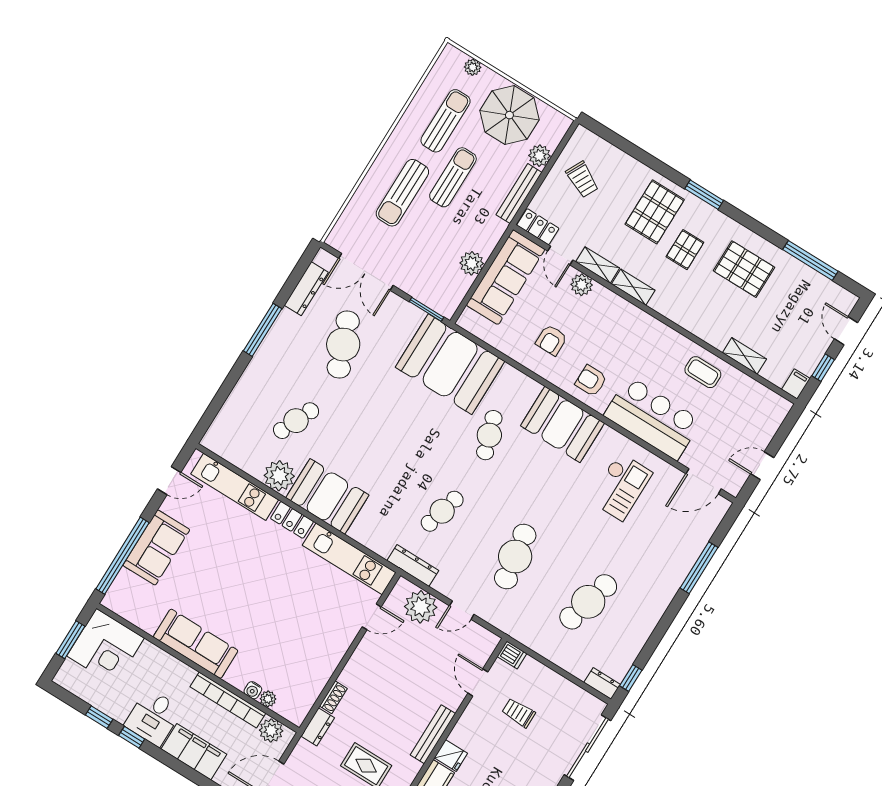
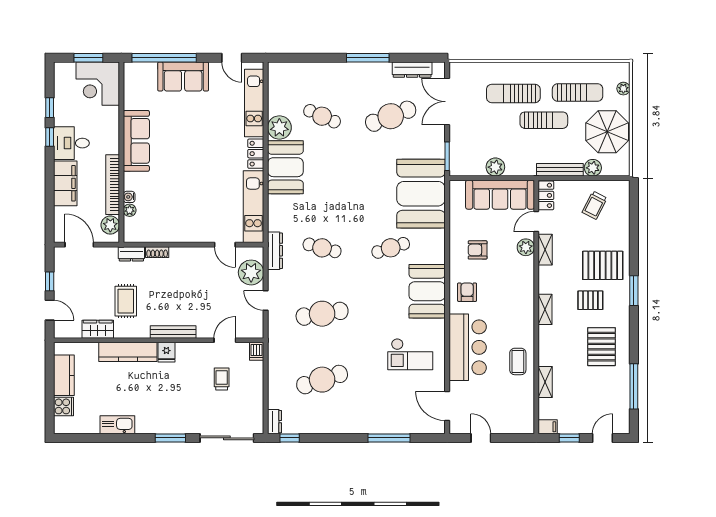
shelving: (633, 287) -> (545, 309), moved
cafe table: (588, 602) -> (322, 380), turned -33

